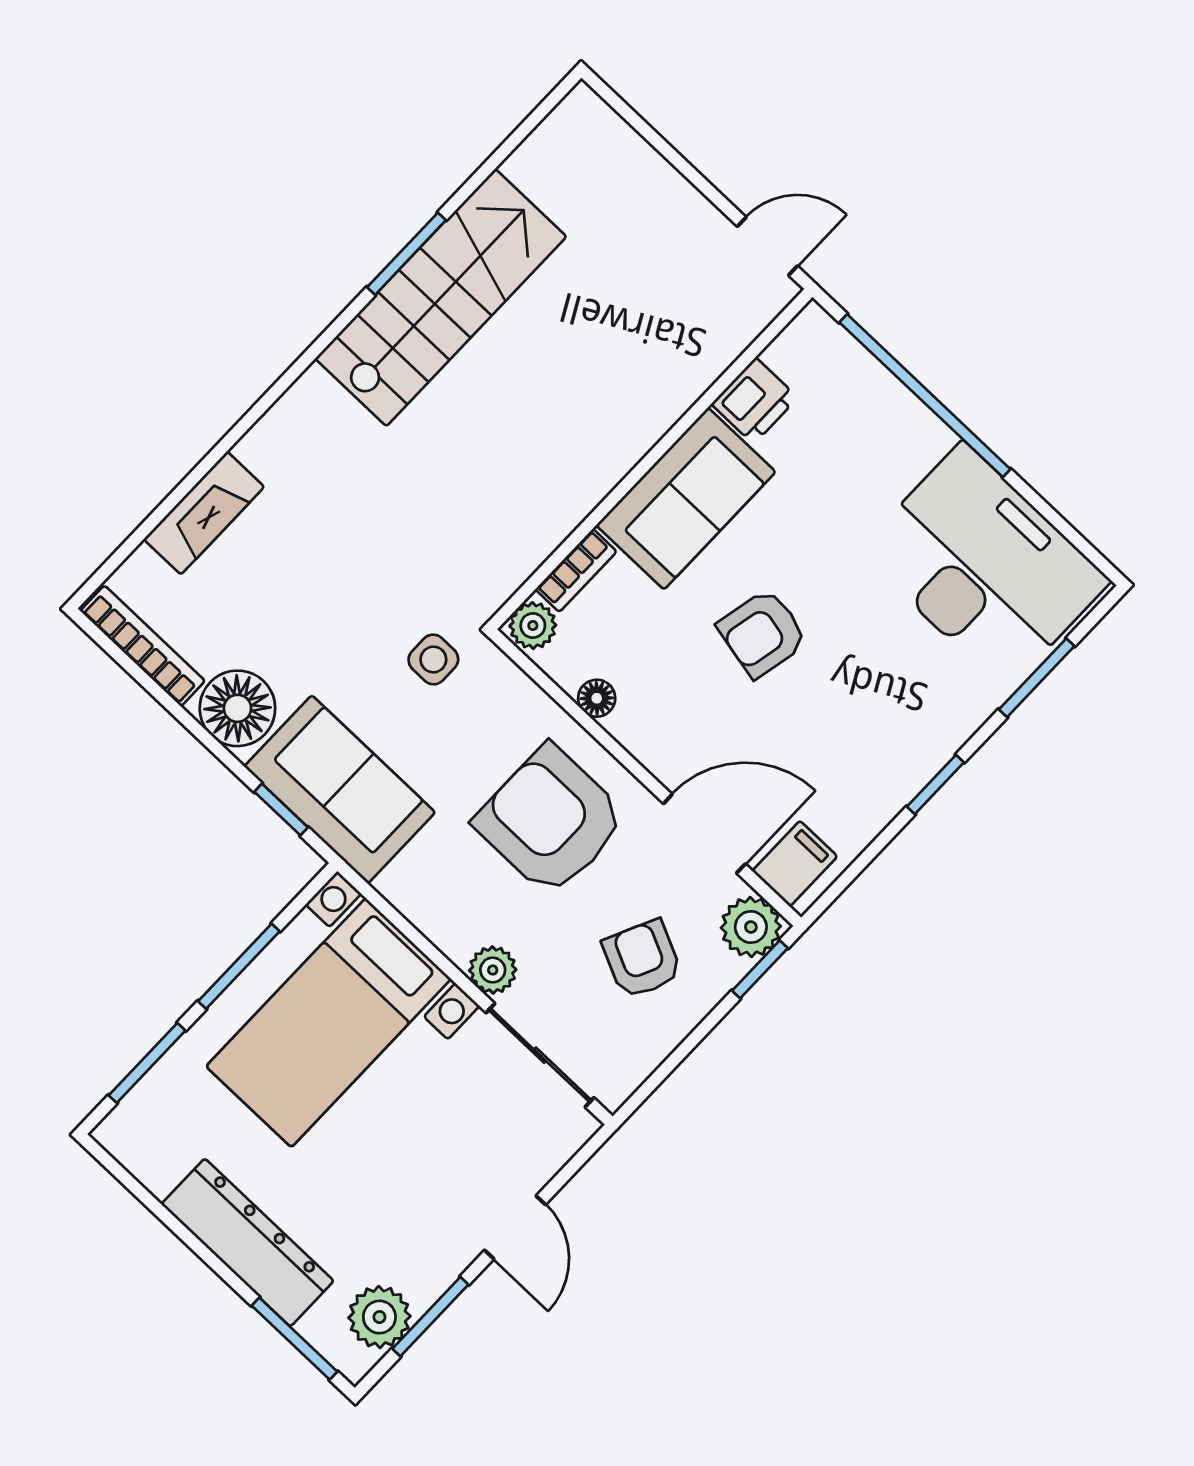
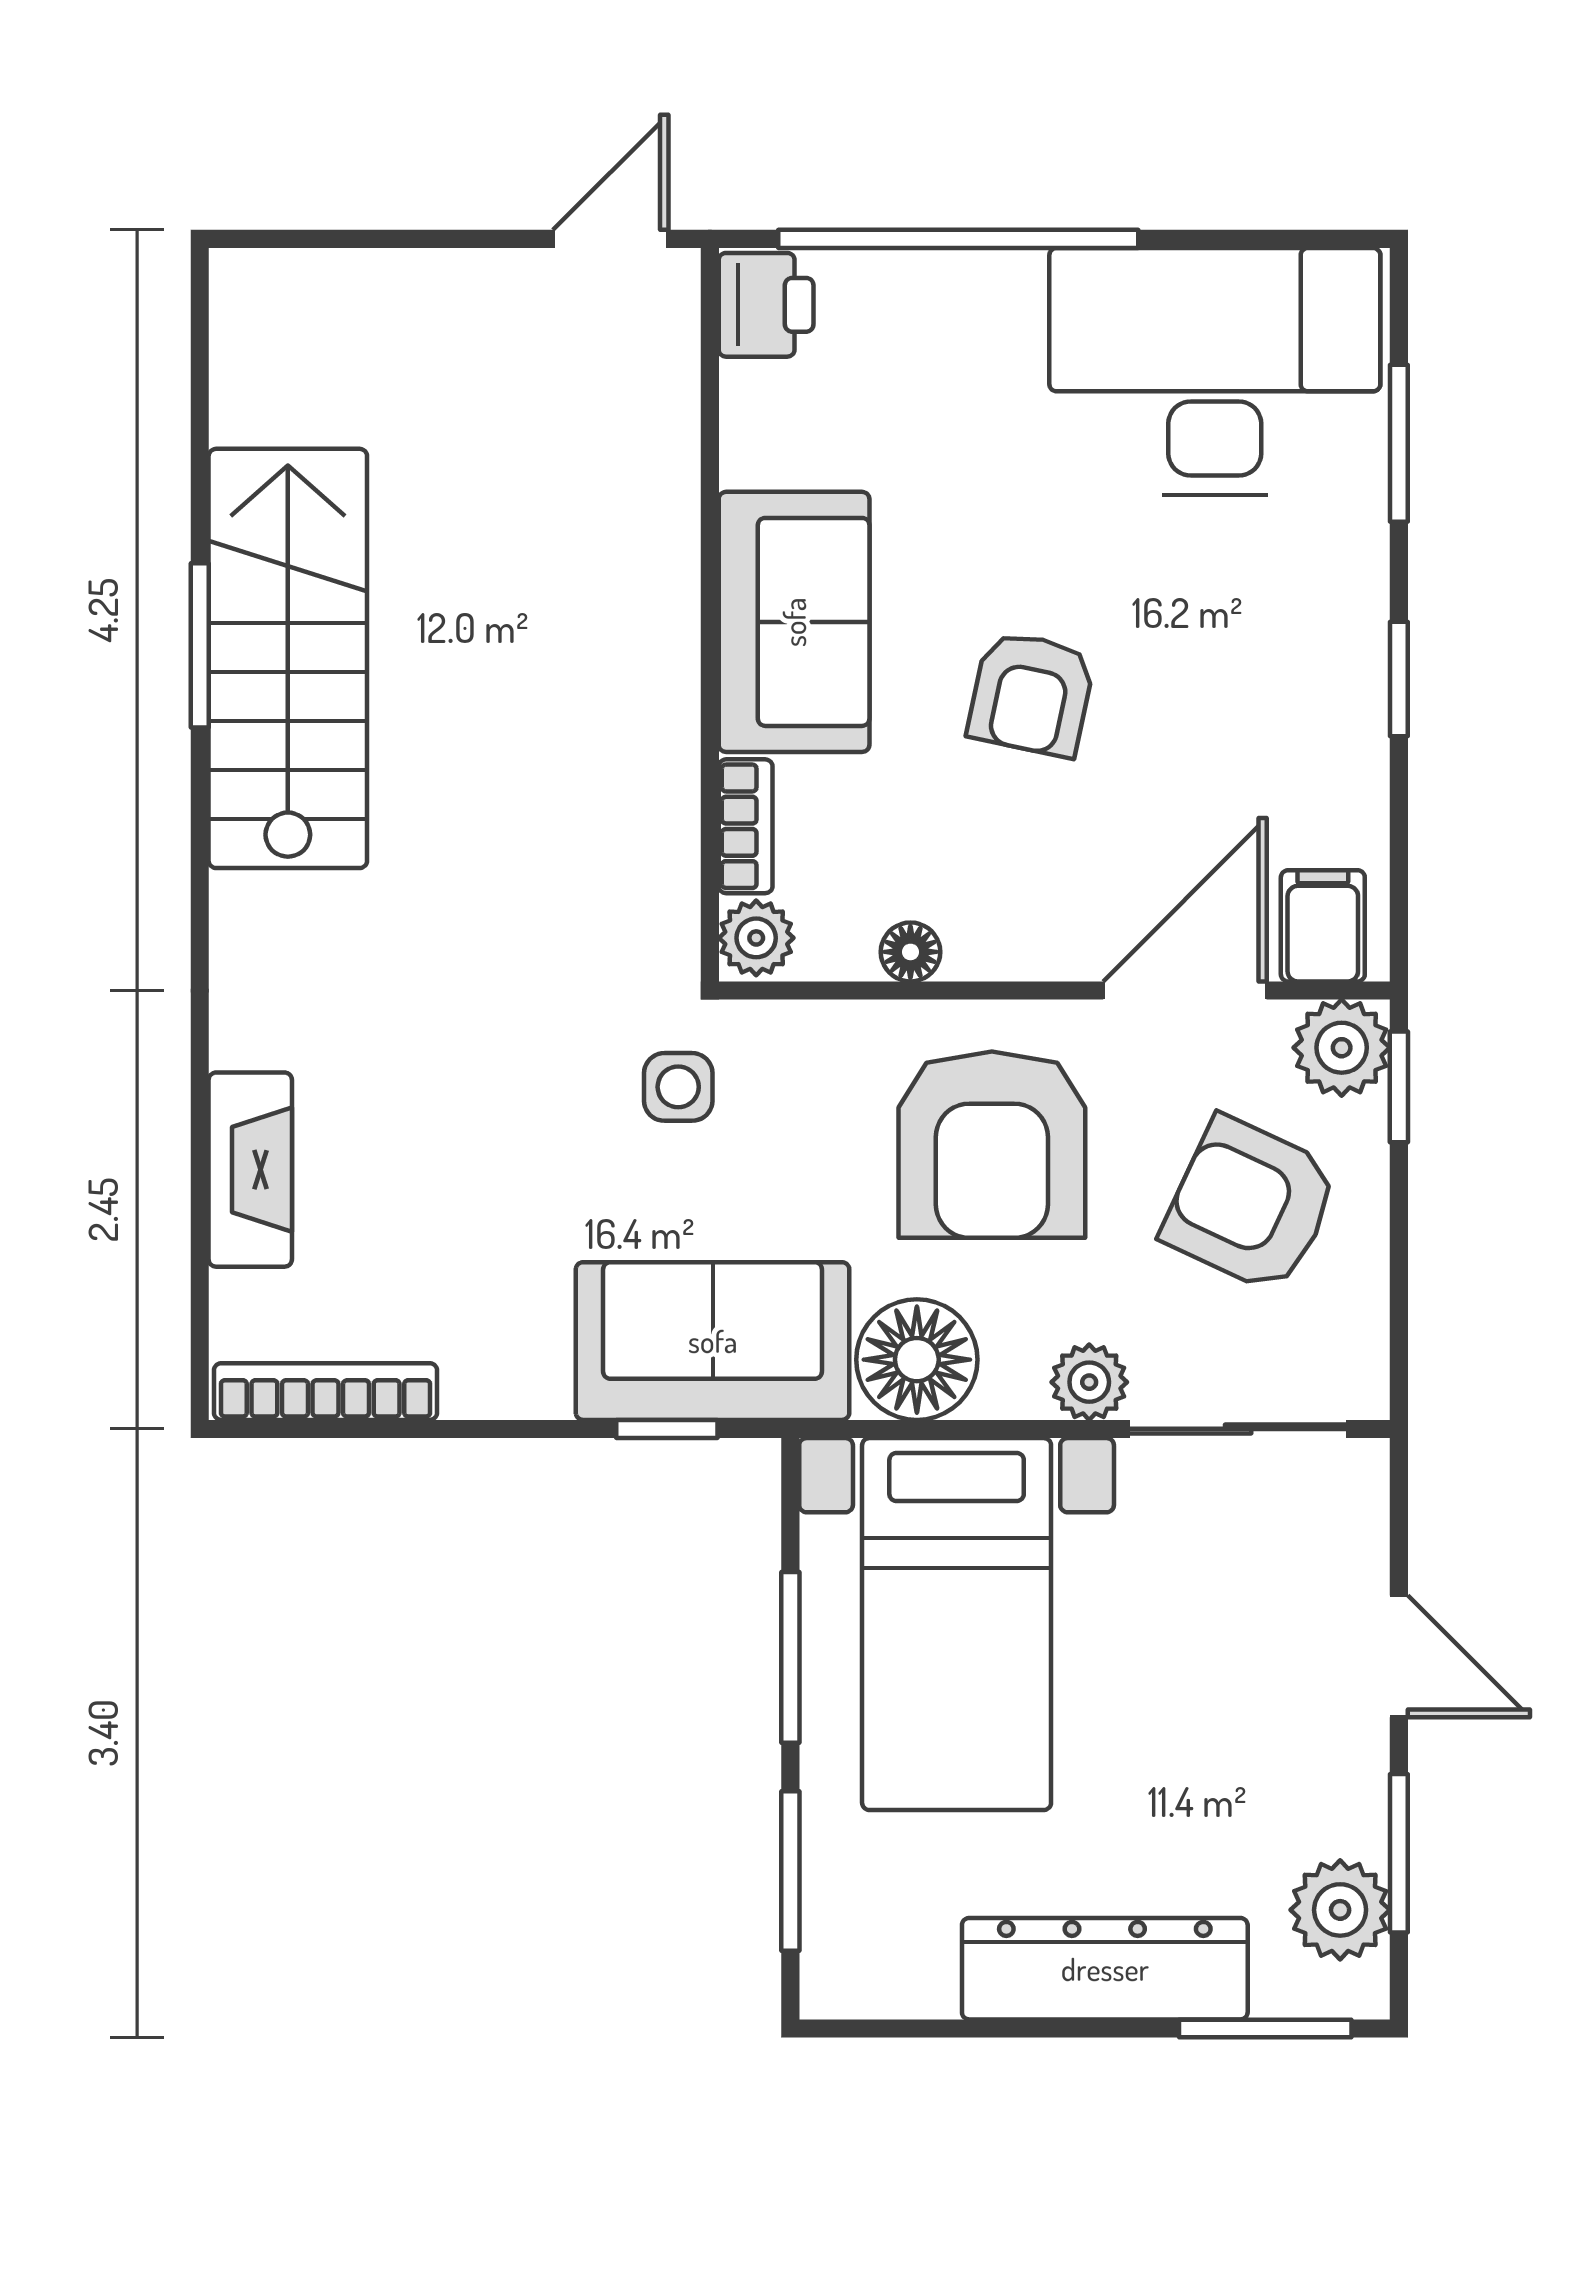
printer: (755, 401) -> (766, 305), moved
floor lamp: (237, 708) -> (917, 1360), moved
armchair: (551, 821) -> (992, 1145), turned -90
armchair: (642, 959) -> (1251, 1205), width x1.38, depth x1.38

